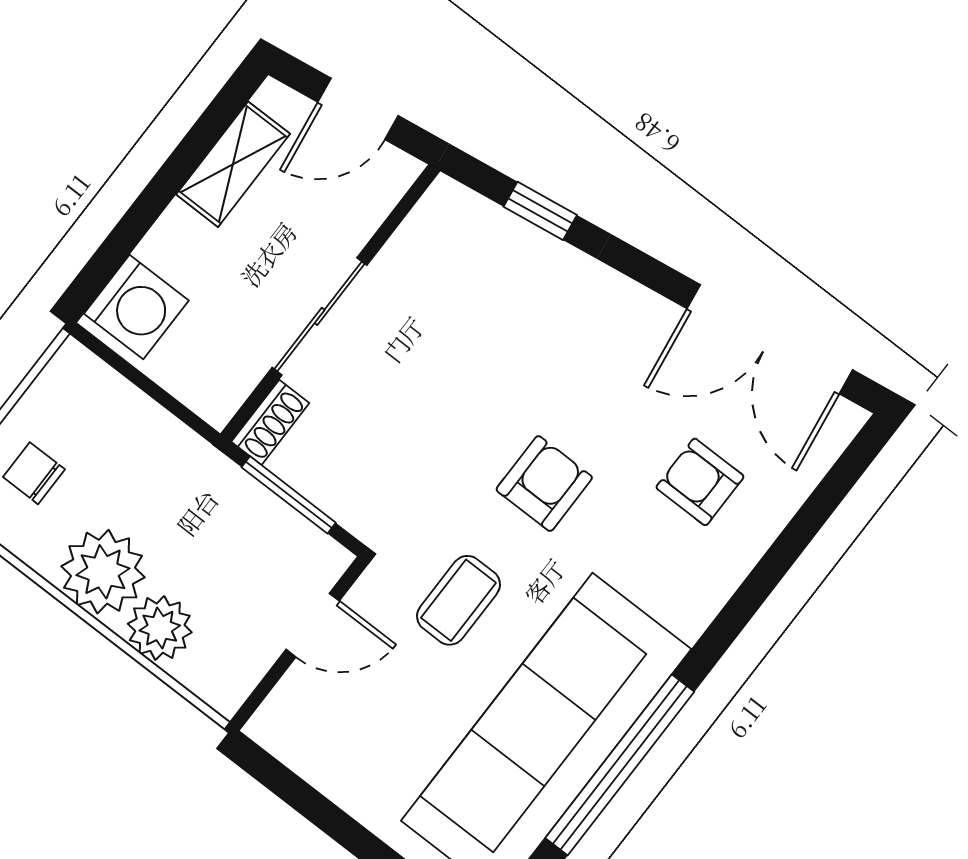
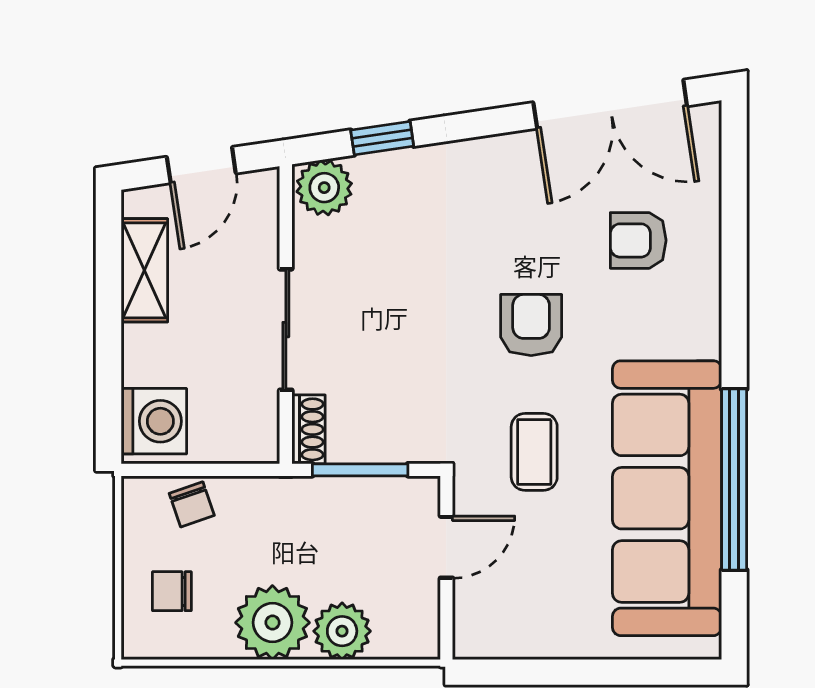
plant: (453, 215) -> (324, 188), added
chair: (112, 409) -> (192, 504), added

